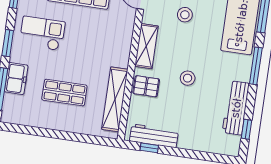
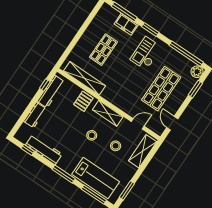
checkout: (42, 33) -> (146, 53), turned 180
stool: (188, 78) -> (92, 135), moved
workbench: (196, 142) -> (35, 115), added

